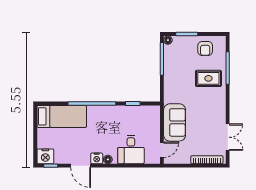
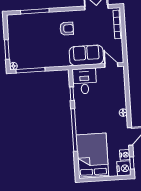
armchair: (205, 49) -> (67, 29), moved
rug: (208, 78) -> (45, 28), removed
bed: (62, 116) -> (92, 156), width x1.50
desk: (131, 150) -> (84, 81), moved, turned -90
nightstand: (97, 158) -> (125, 155), moved

